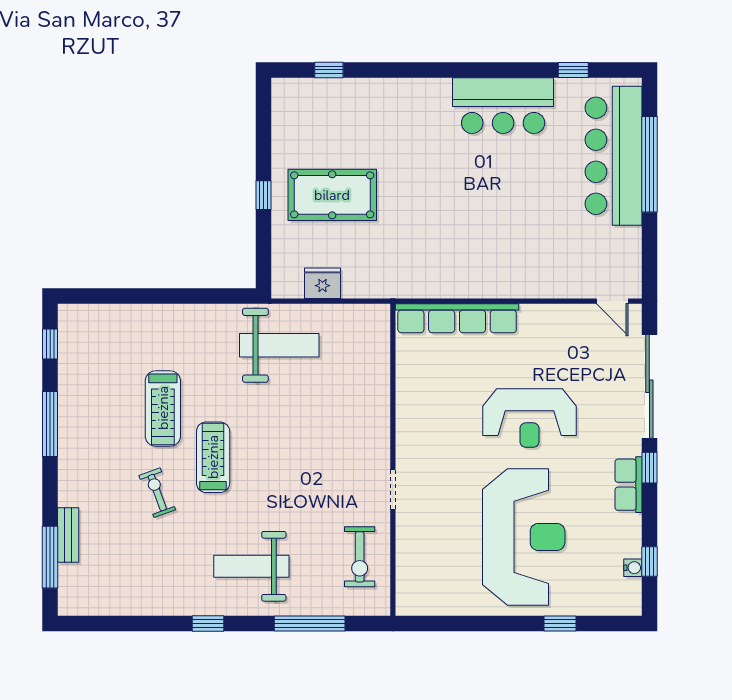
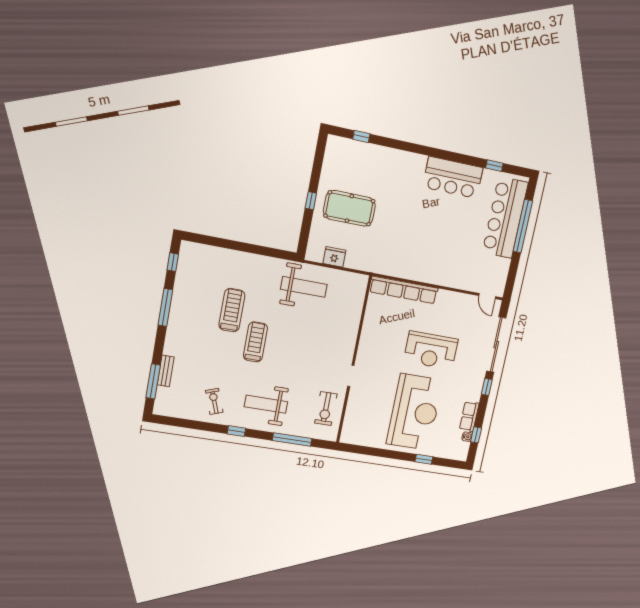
treadmill: (163, 408) -> (232, 310), turned 180
row of seats: (628, 485) -> (469, 416), moved
exercise bike: (157, 493) -> (214, 401), moved

